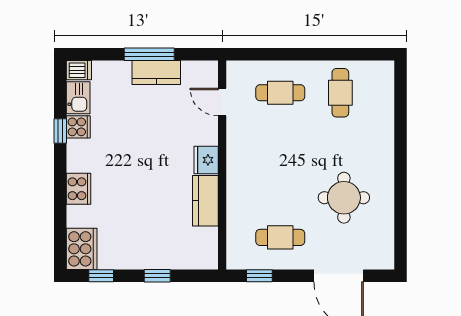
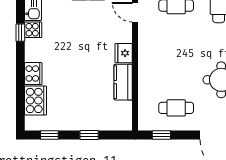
cooker: (82, 249) -> (36, 100), moved

